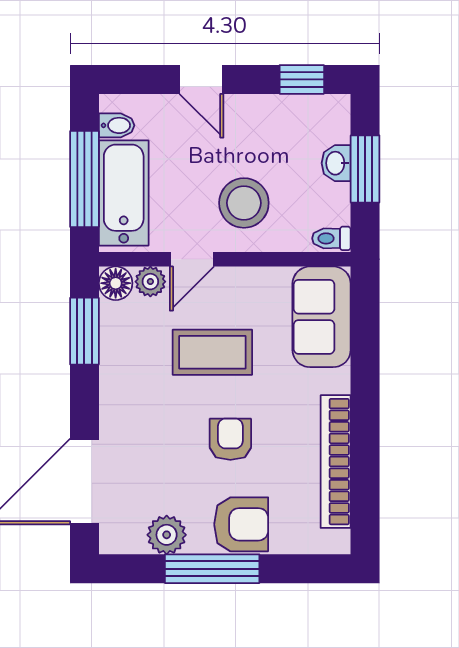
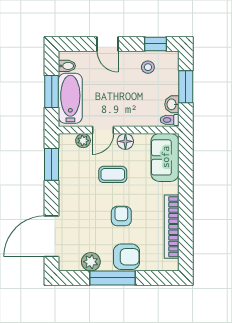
washbasin: (336, 163) -> (172, 104), moved
window: (84, 179) -> (52, 92), width x0.69
stool: (244, 203) -> (148, 67), moved, width x0.53, depth x0.53
floor lamp: (116, 283) -> (125, 141), moved
coffee table: (212, 352) -> (113, 174), width x0.73, depth x0.77

